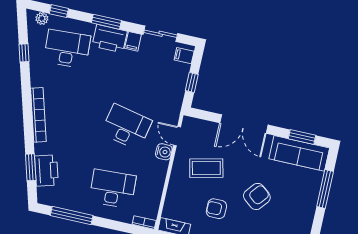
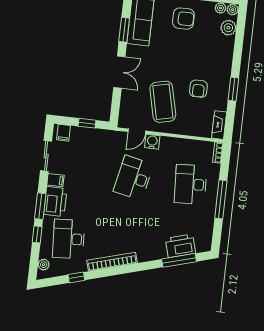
window: (59, 11) -> (37, 234), moved
bookcase: (38, 115) -> (112, 262), moved
double door: (244, 124) -> (119, 72), width x0.73
window: (302, 137) -> (124, 30), moved
window: (31, 167) -> (179, 260), width x1.44
coffee table: (206, 168) -> (163, 102), width x1.36, depth x1.32
armchair: (257, 196) -> (183, 19), moved, turned 141
window: (72, 216) -> (221, 199), moved

